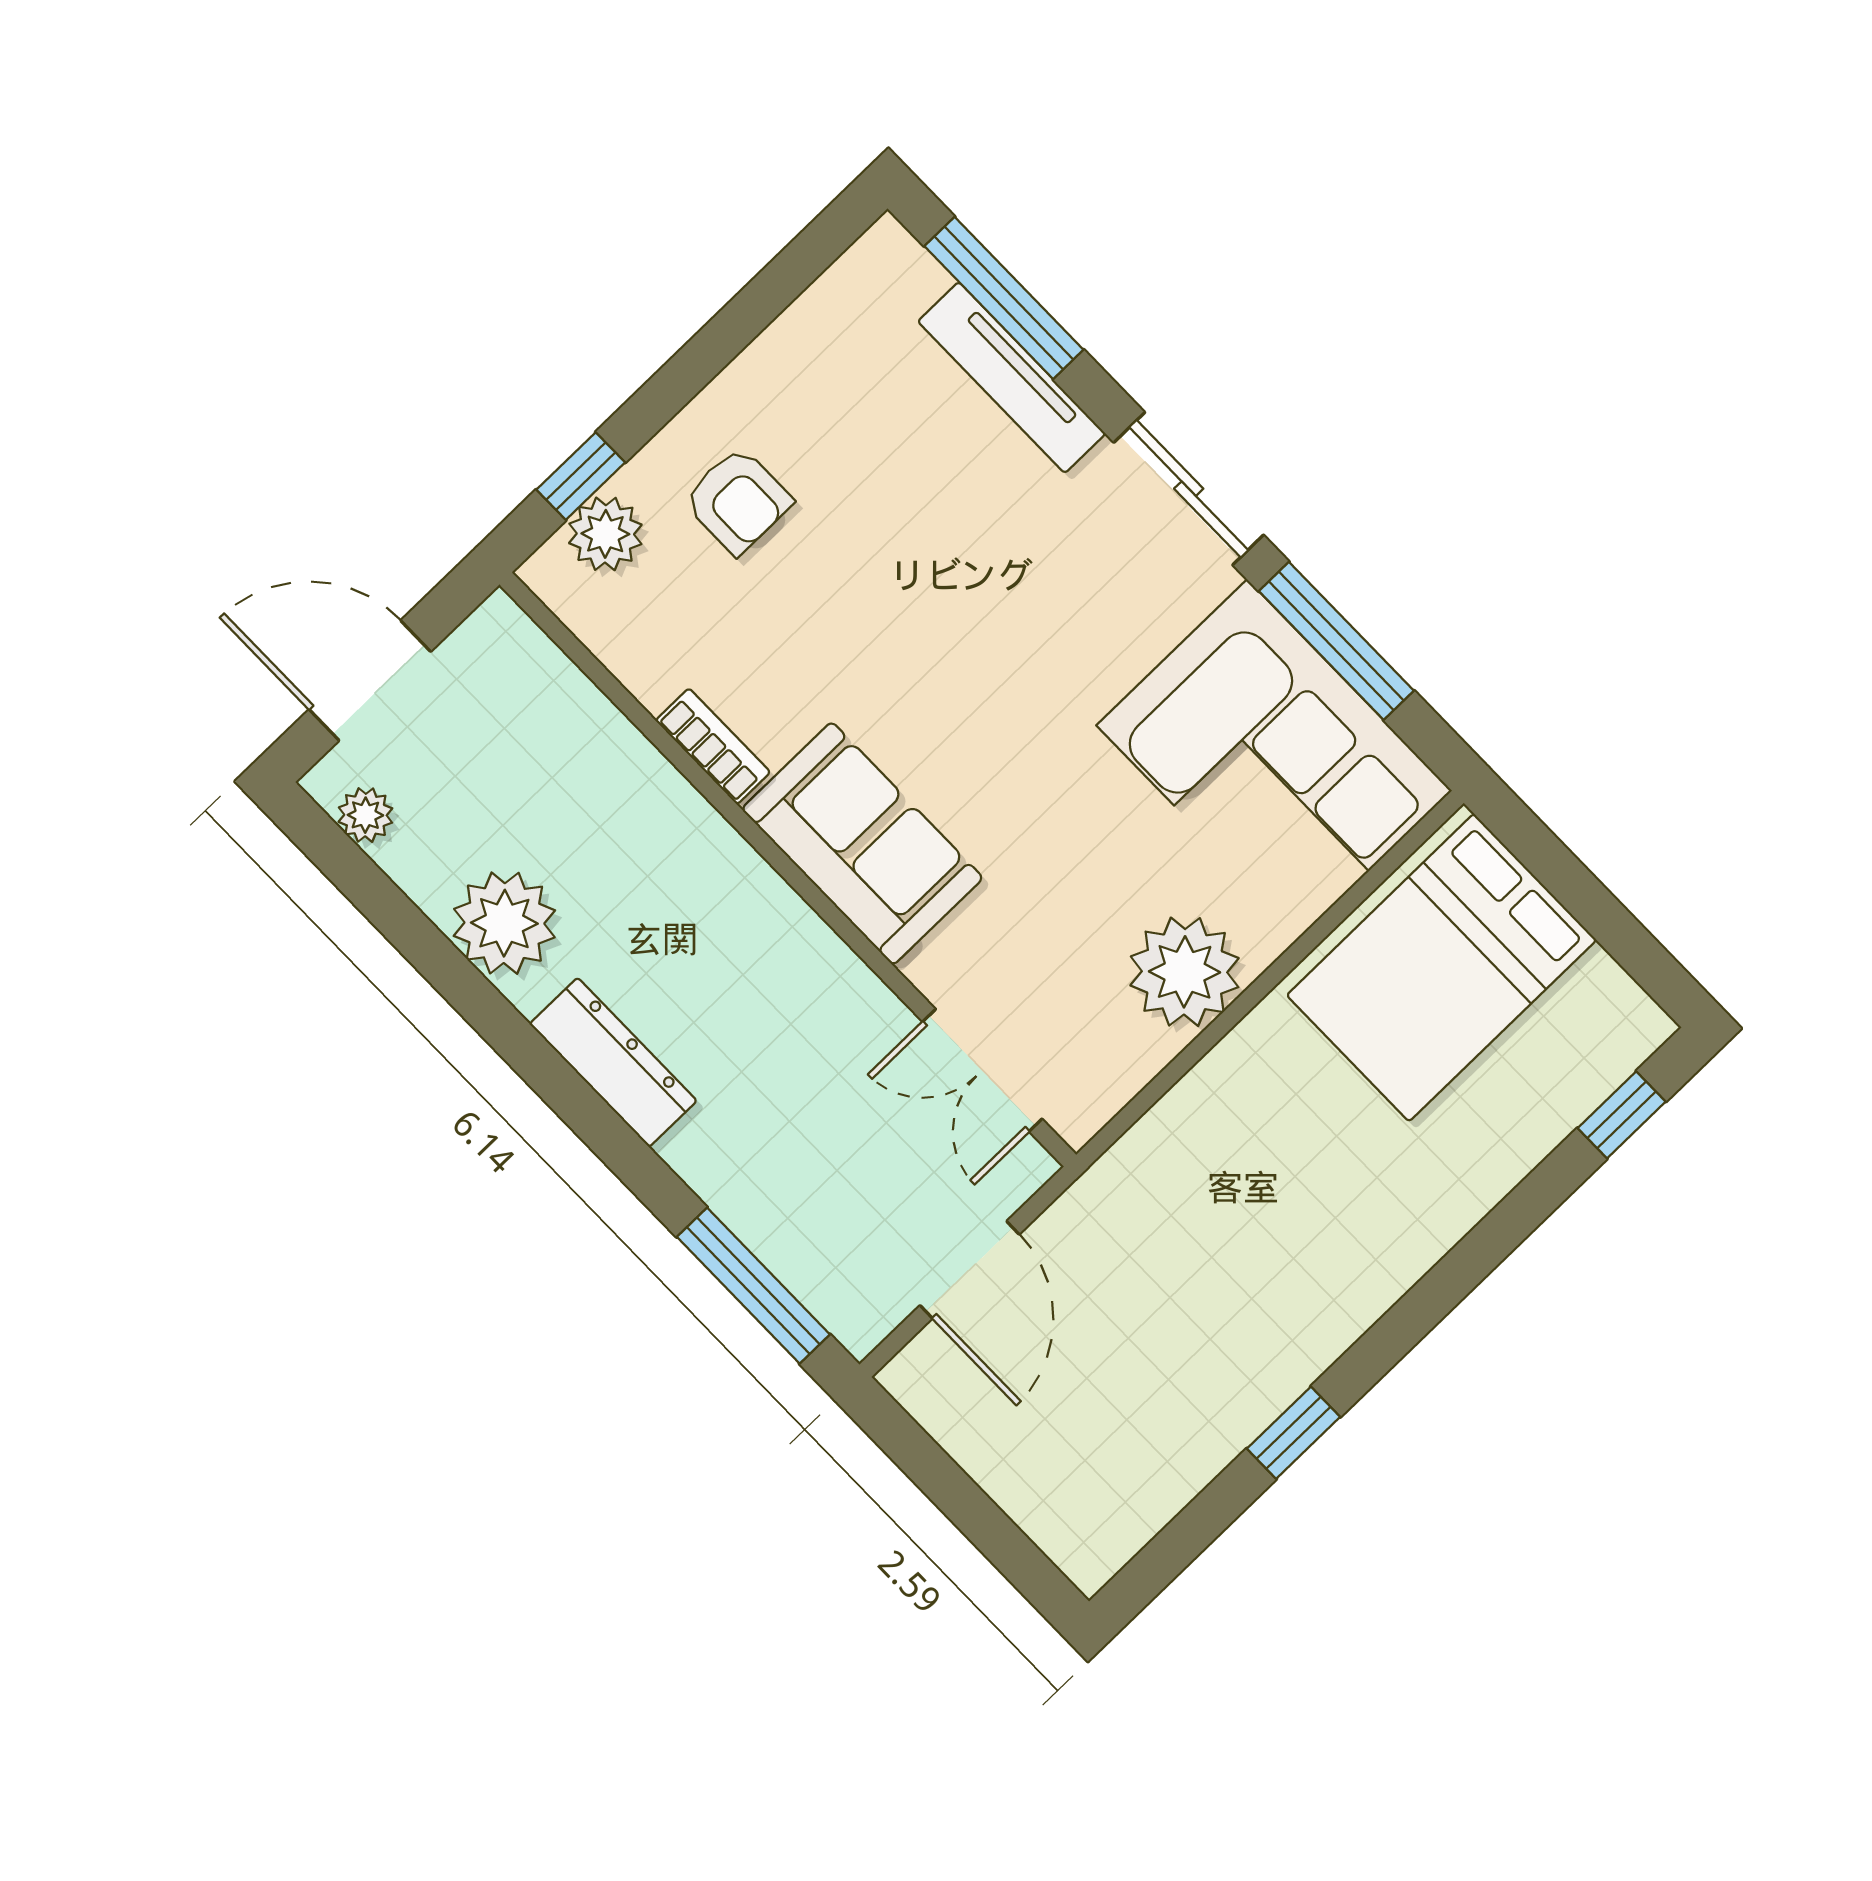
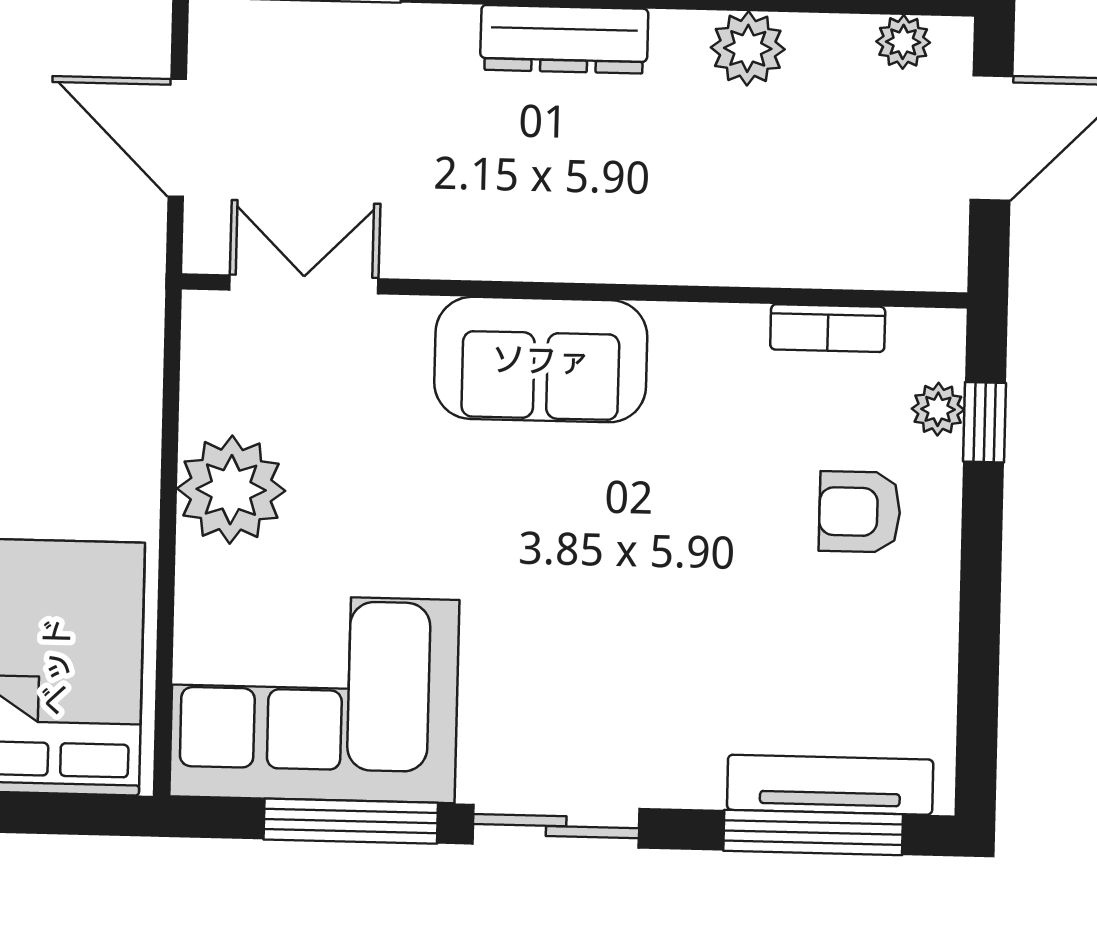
tv unit: (1012, 378) -> (830, 785), moved
plant: (605, 534) -> (938, 409), width x0.73, depth x0.73
bookcase: (713, 746) -> (828, 328), moved
plant: (504, 923) -> (748, 48), width x0.73, depth x0.73

